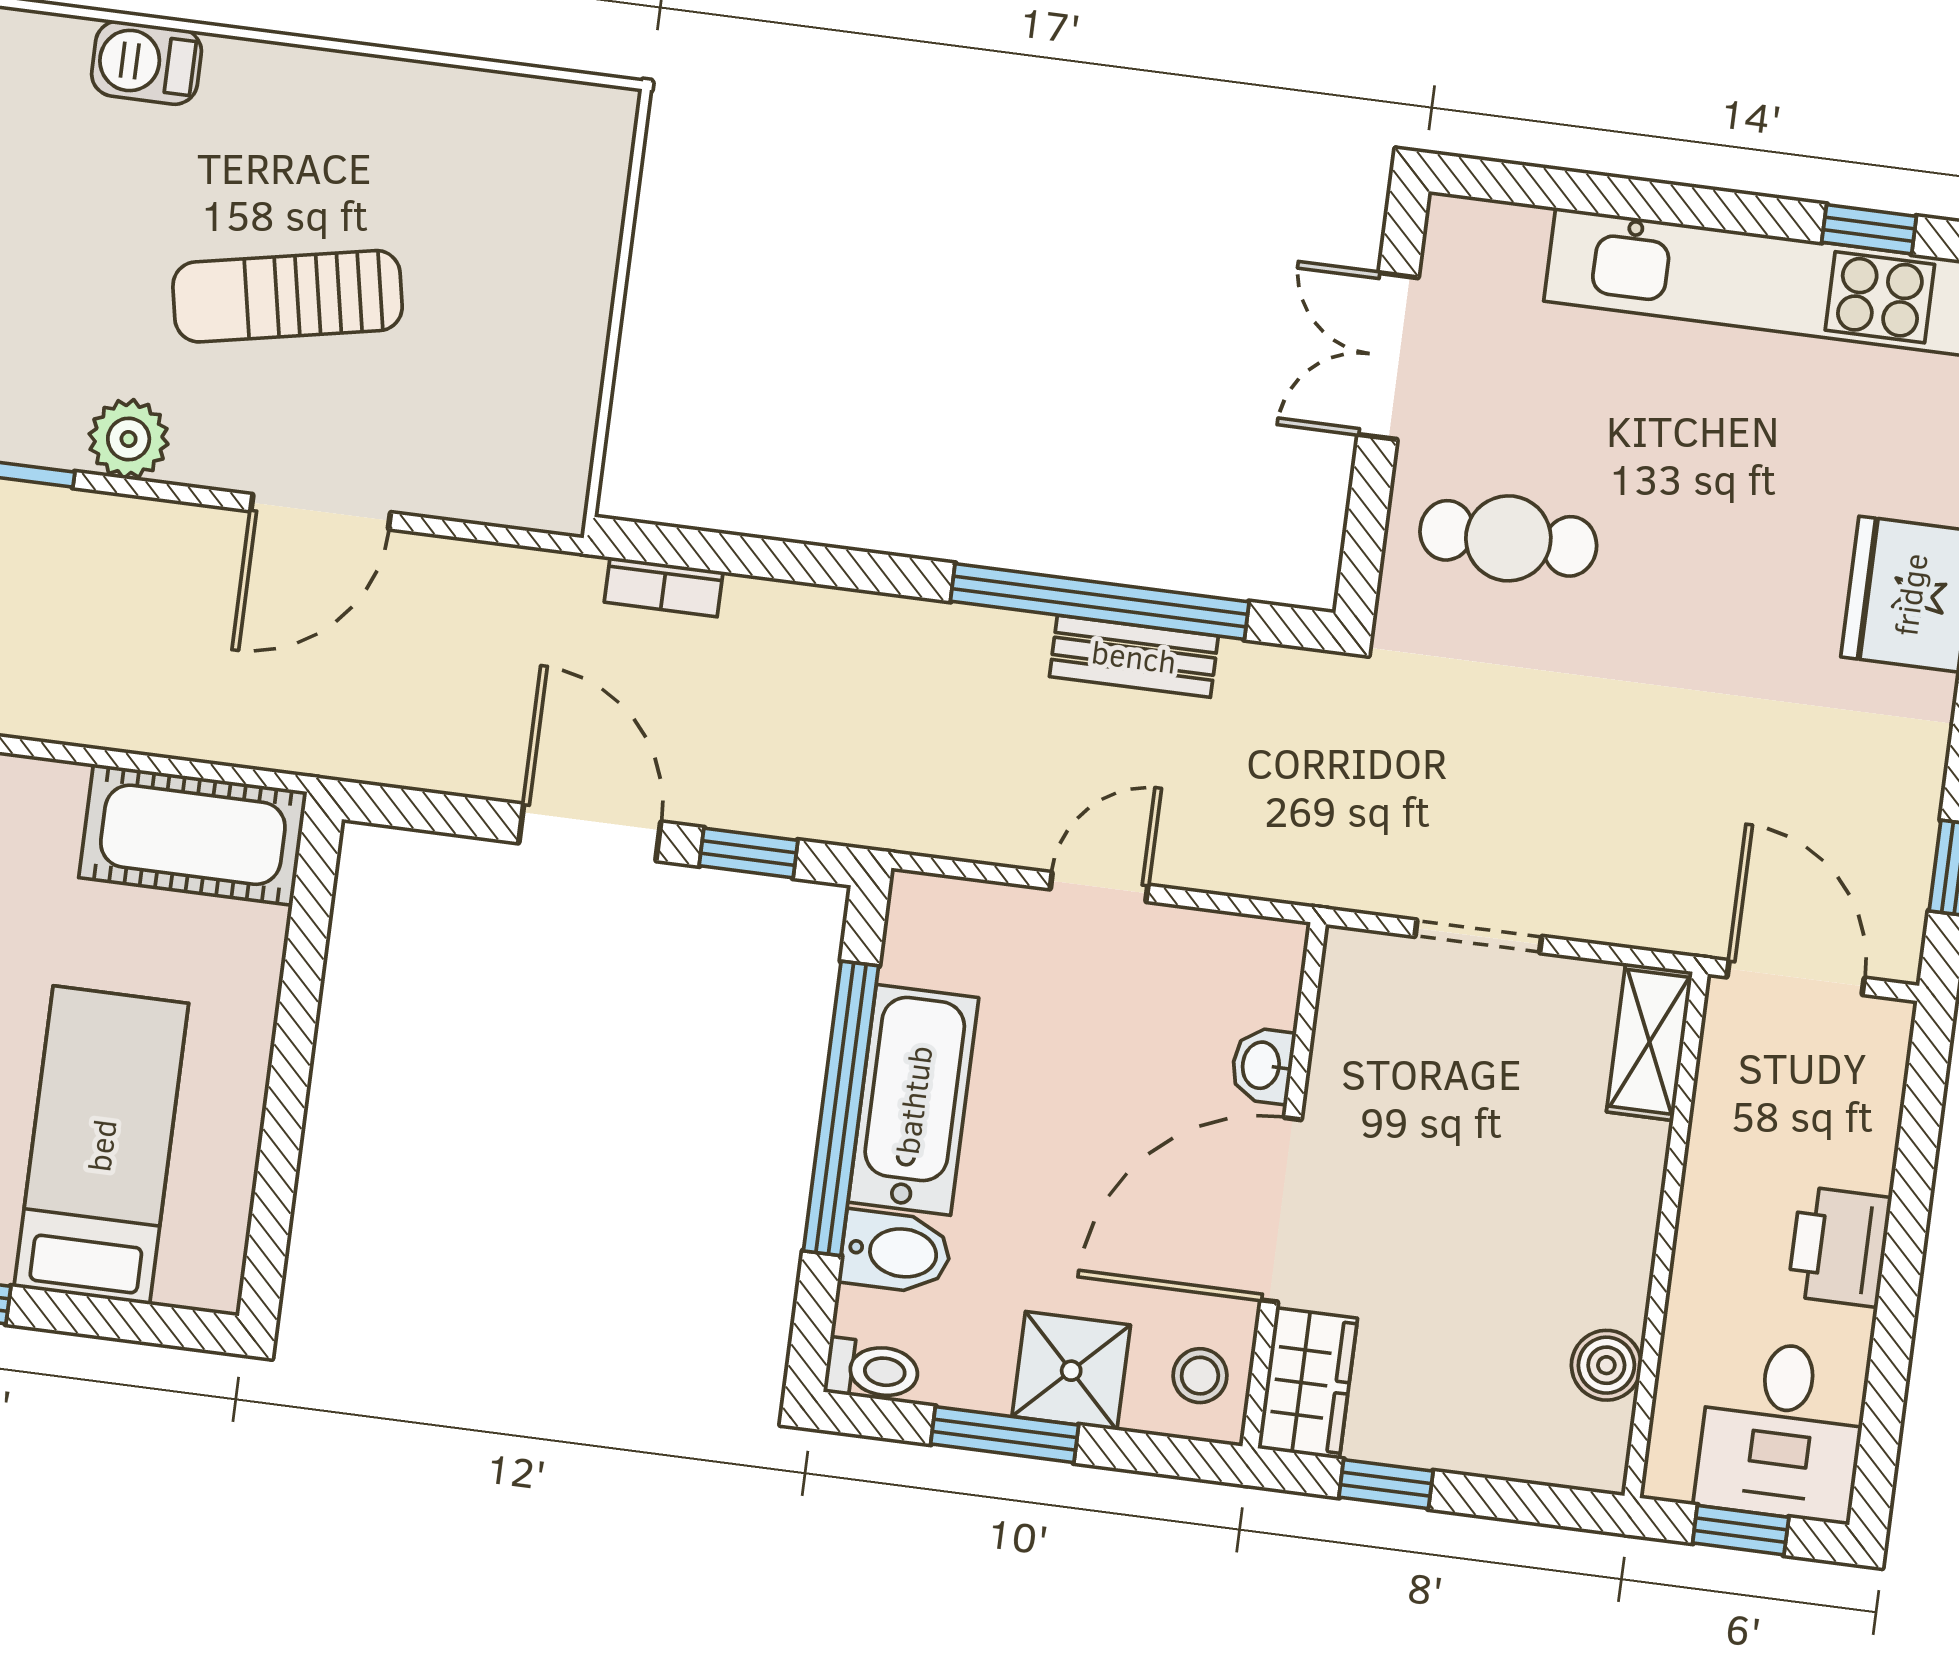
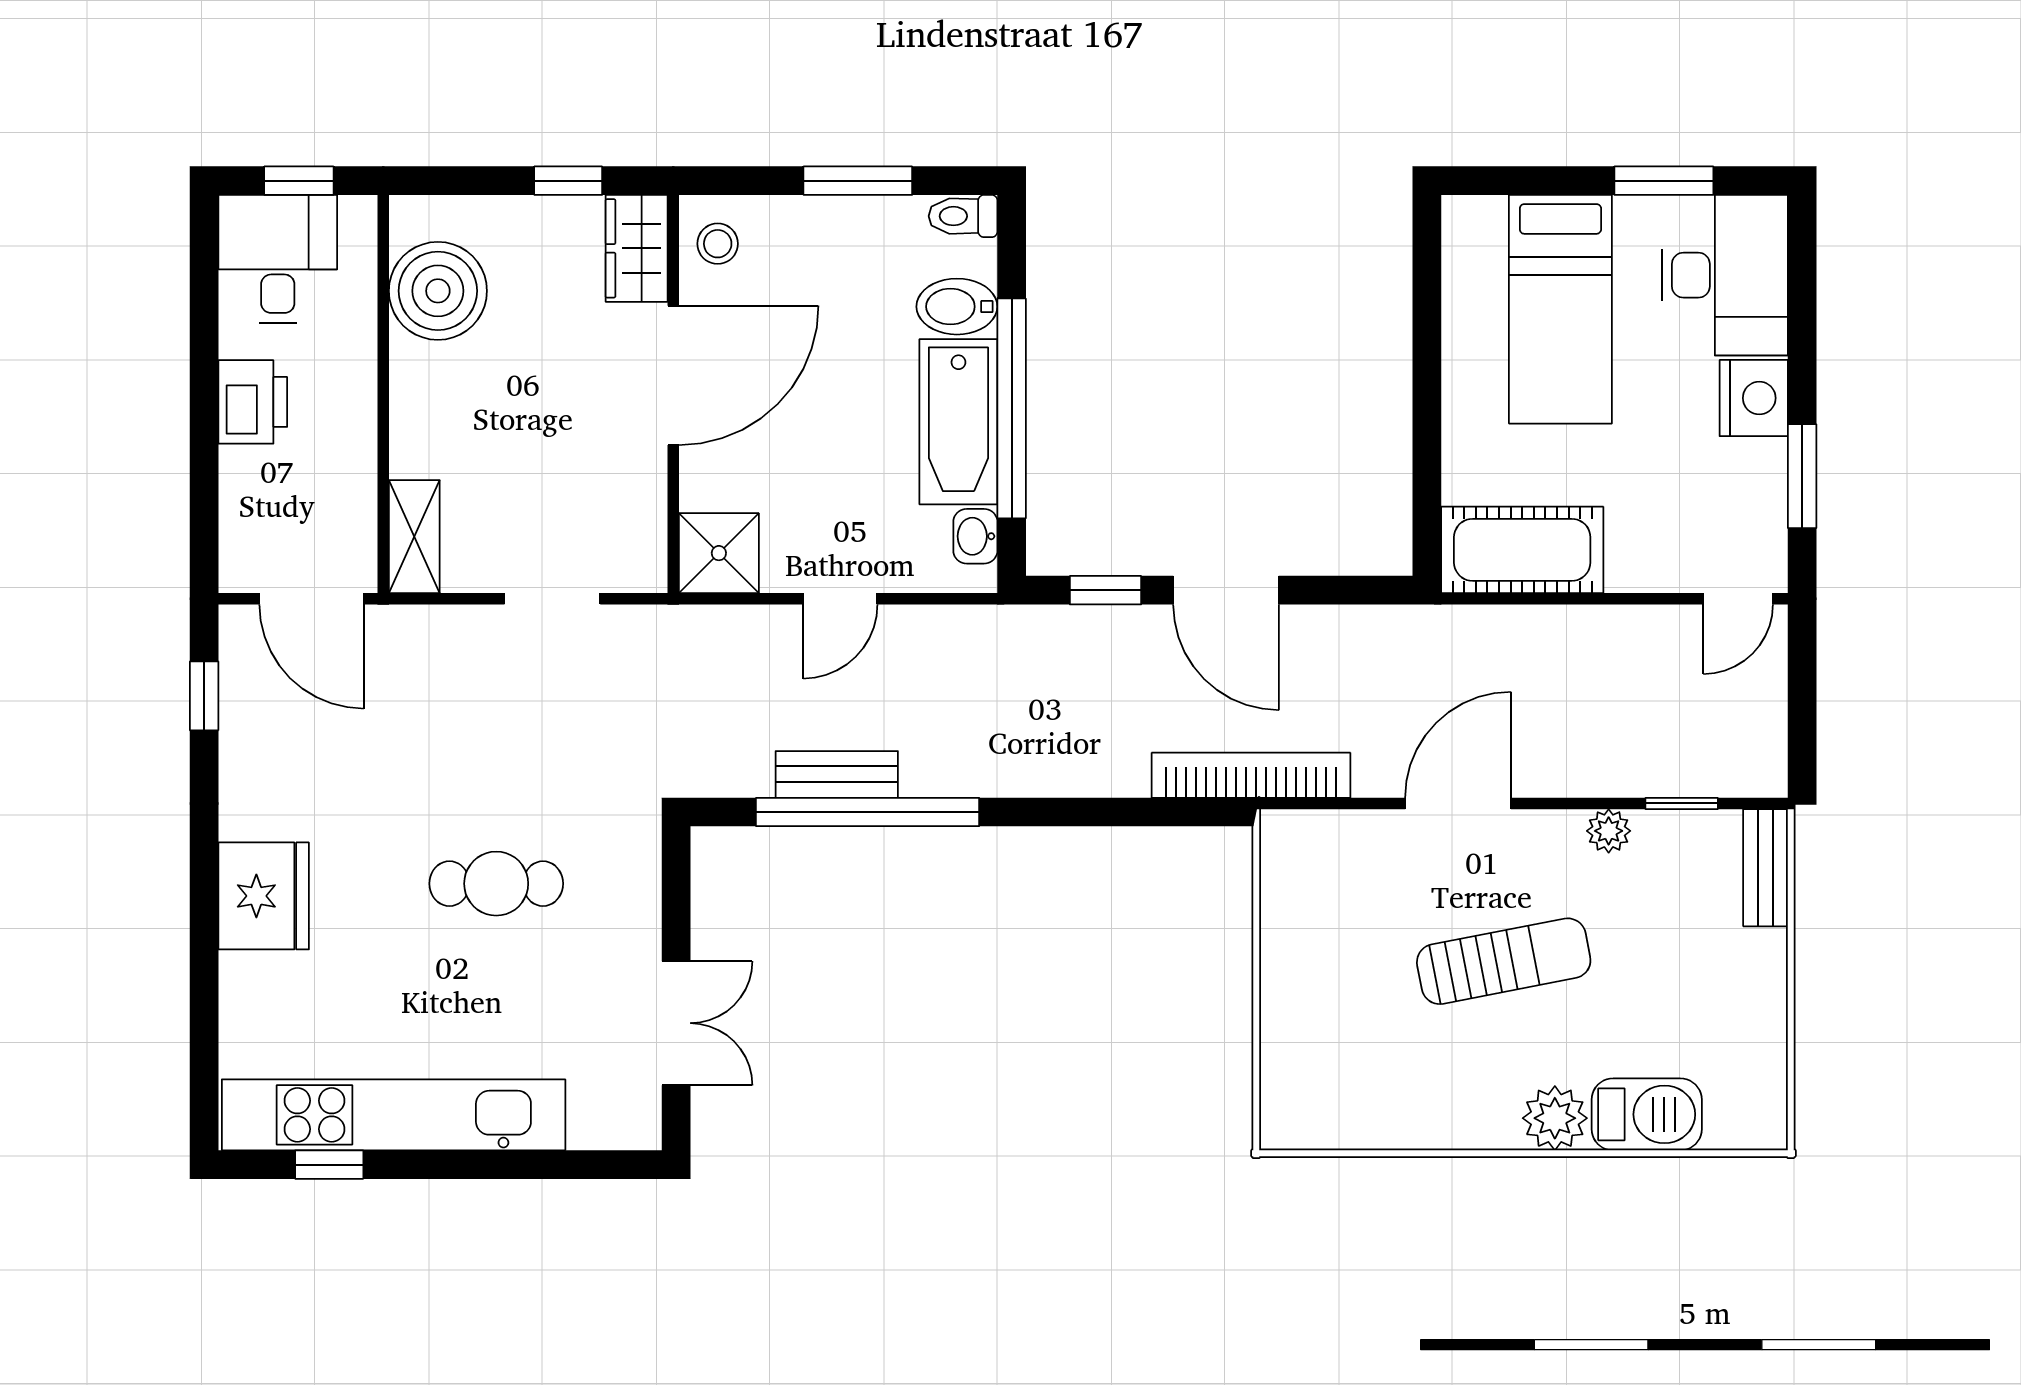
barbecue: (147, 63) -> (1647, 1114), width x1.38, depth x1.27
plant: (247, 81) -> (1555, 1118), added
plant: (129, 439) -> (1609, 831), width x0.73, depth x0.73
cafe table: (1508, 538) -> (496, 884), moved
bookcase: (664, 587) -> (1251, 775), width x2.31, depth x1.31
washbasin: (1263, 1065) -> (975, 536), moved, turned 180
boiler: (1606, 1365) -> (438, 291), width x1.86, depth x1.86
shower: (1071, 1371) -> (719, 553), moved

